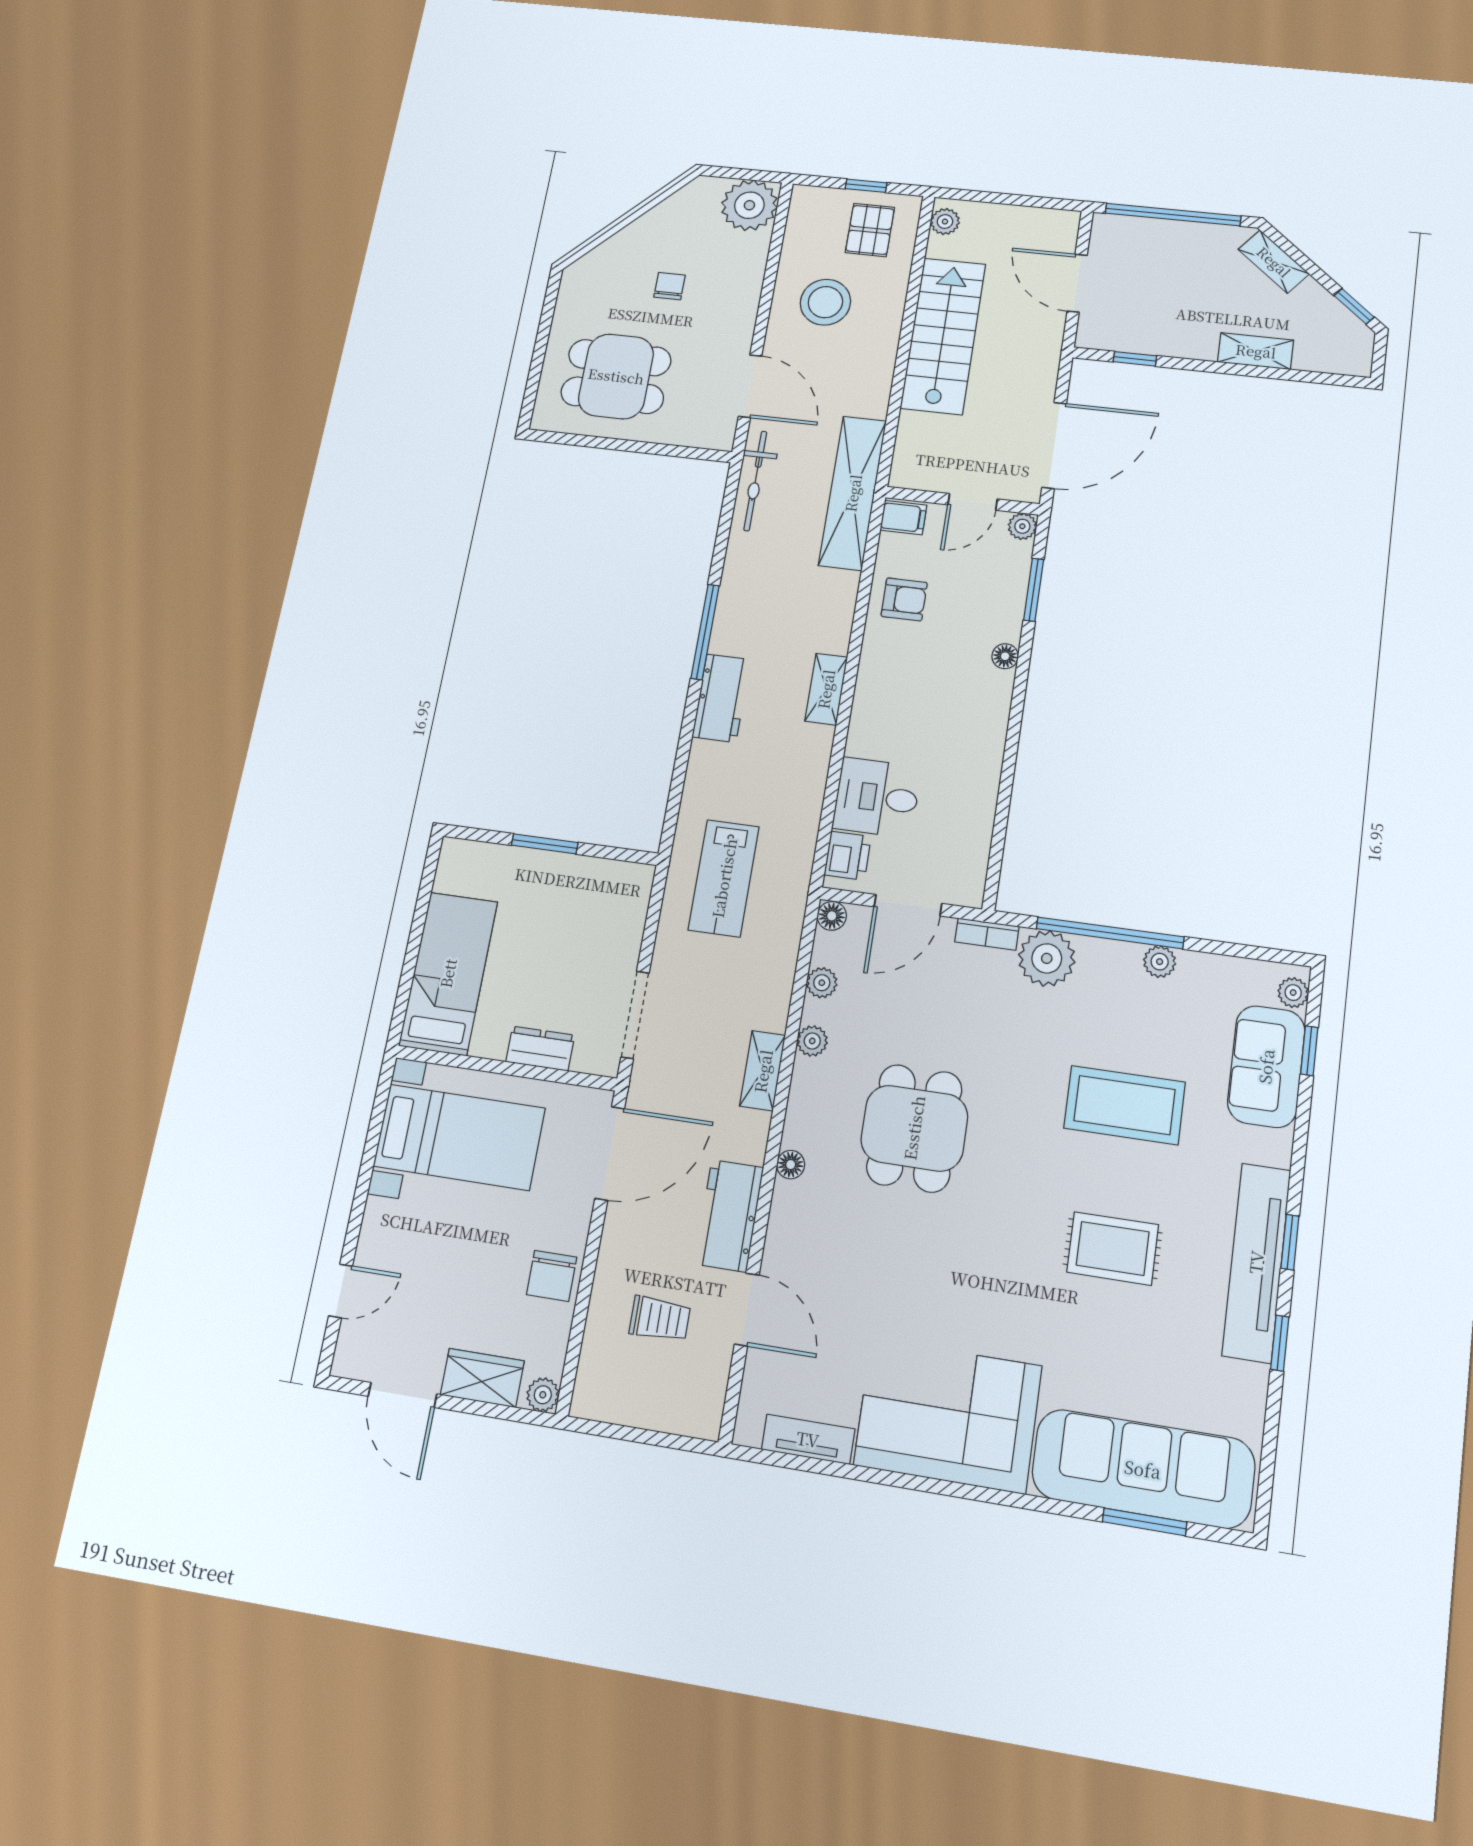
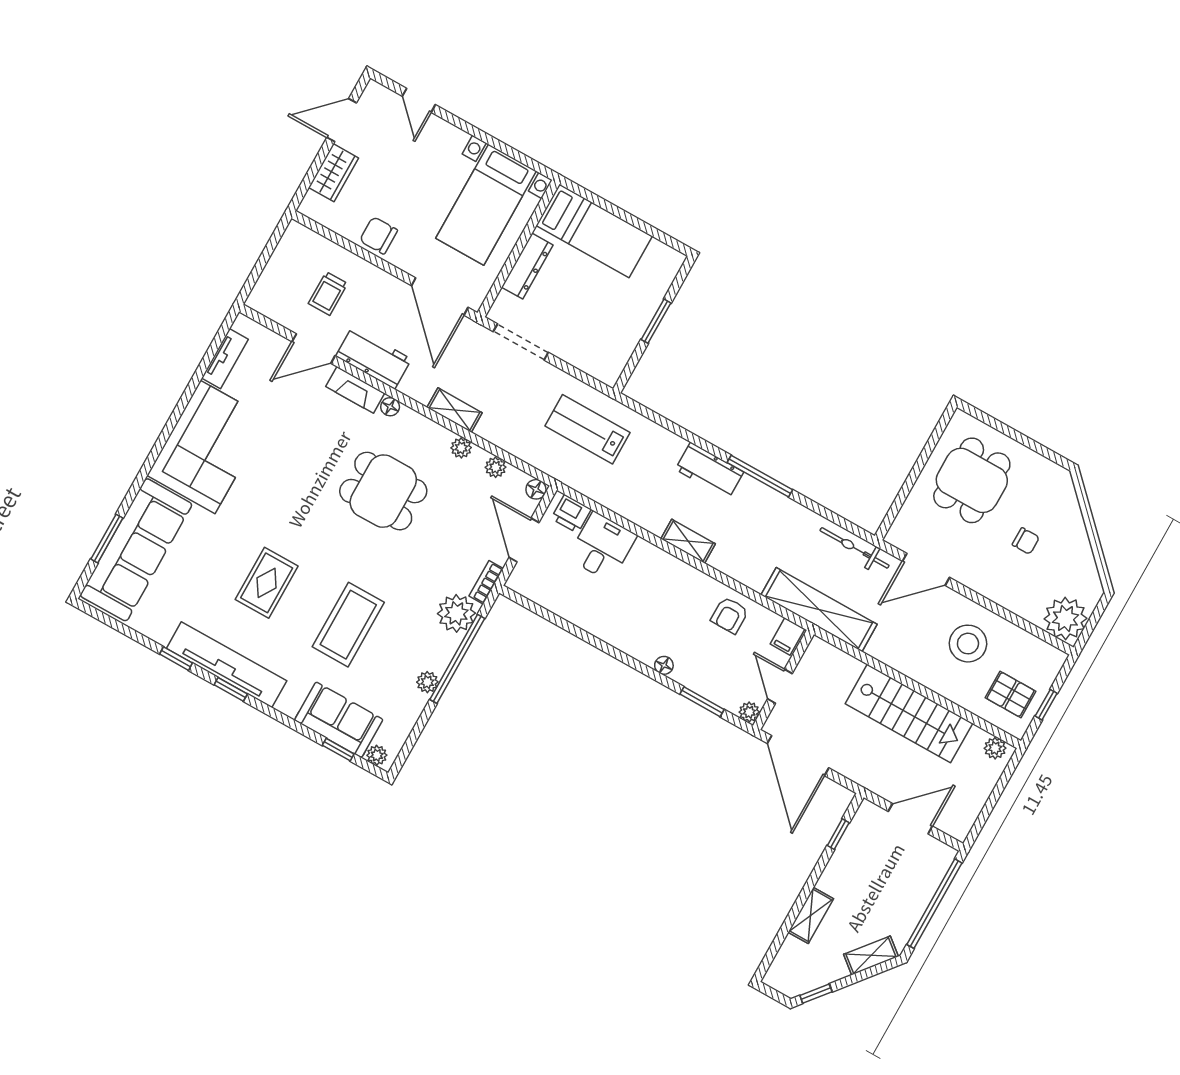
dresser: (540, 1049) -> (527, 266), width x1.44
fireplace: (785, 1225) -> (355, 390), added
plant: (543, 1395) -> (310, 207), removed

